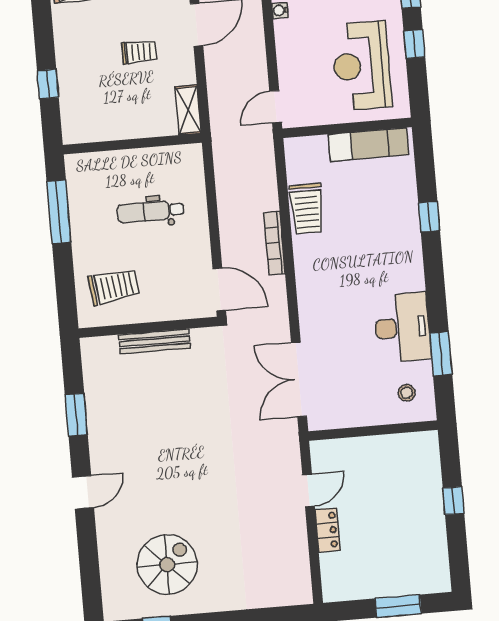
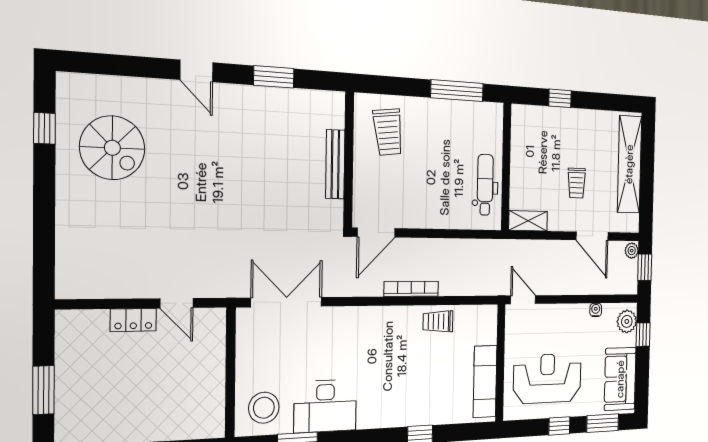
trolley: (307, 208) -> (438, 321), width x0.73, depth x0.72
dental chair: (150, 211) -> (485, 185), moved
stool: (407, 393) -> (264, 408), width x1.89, depth x1.89

